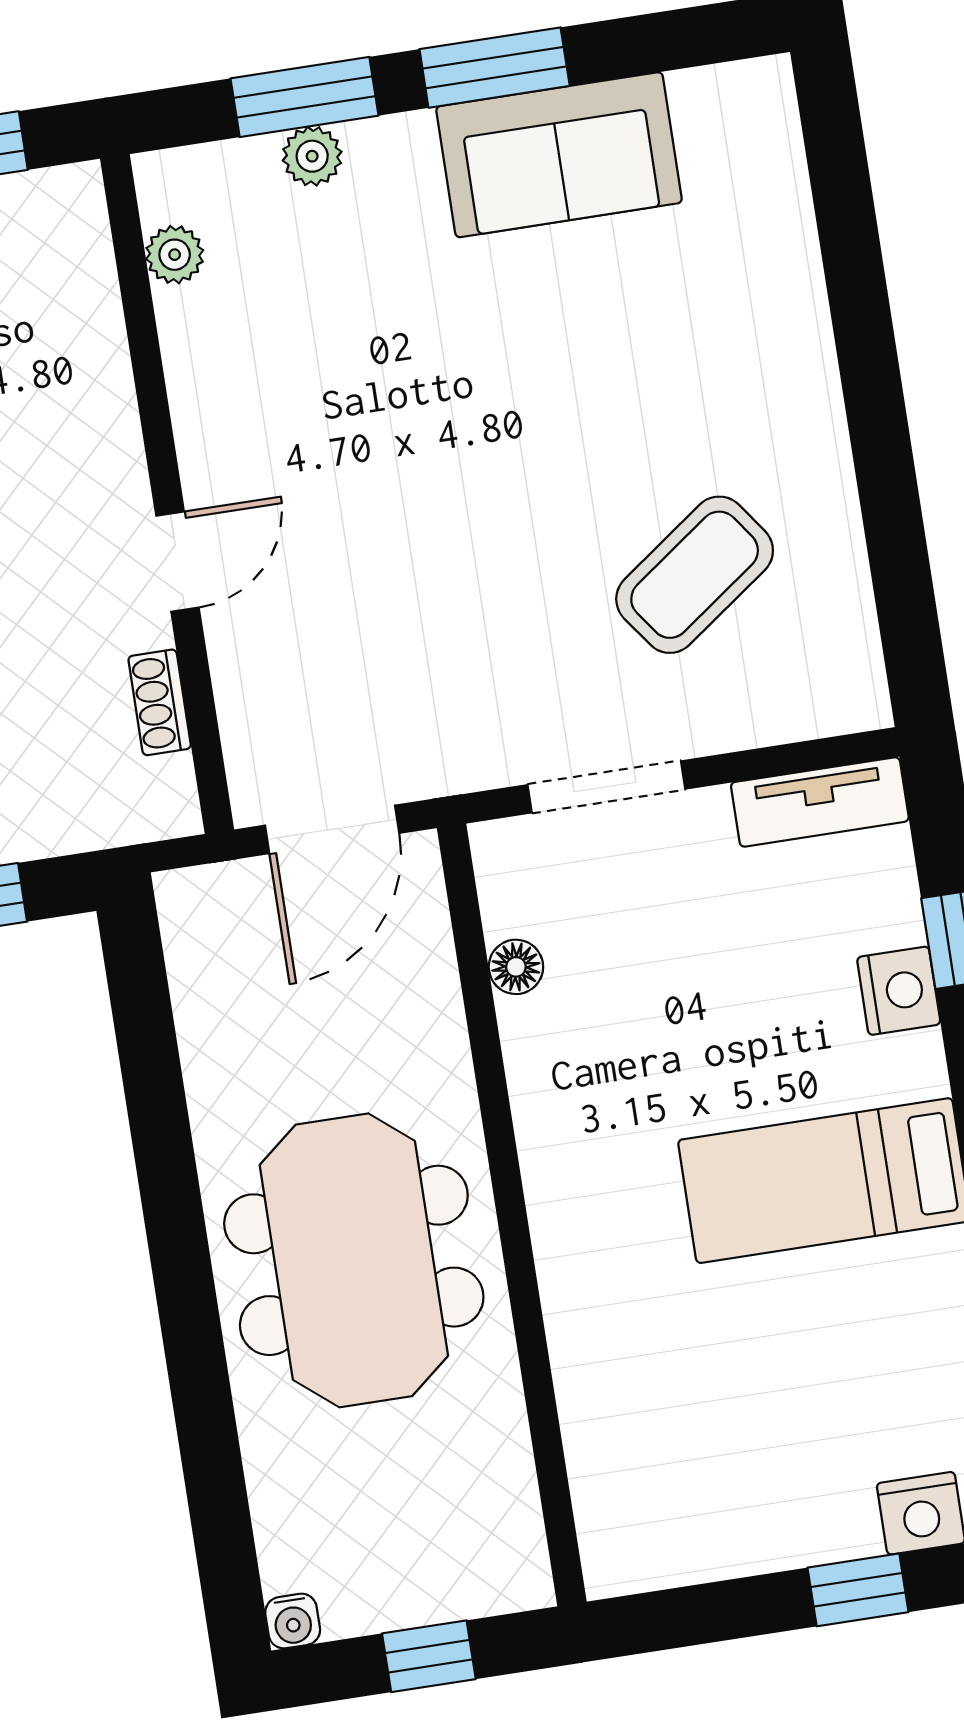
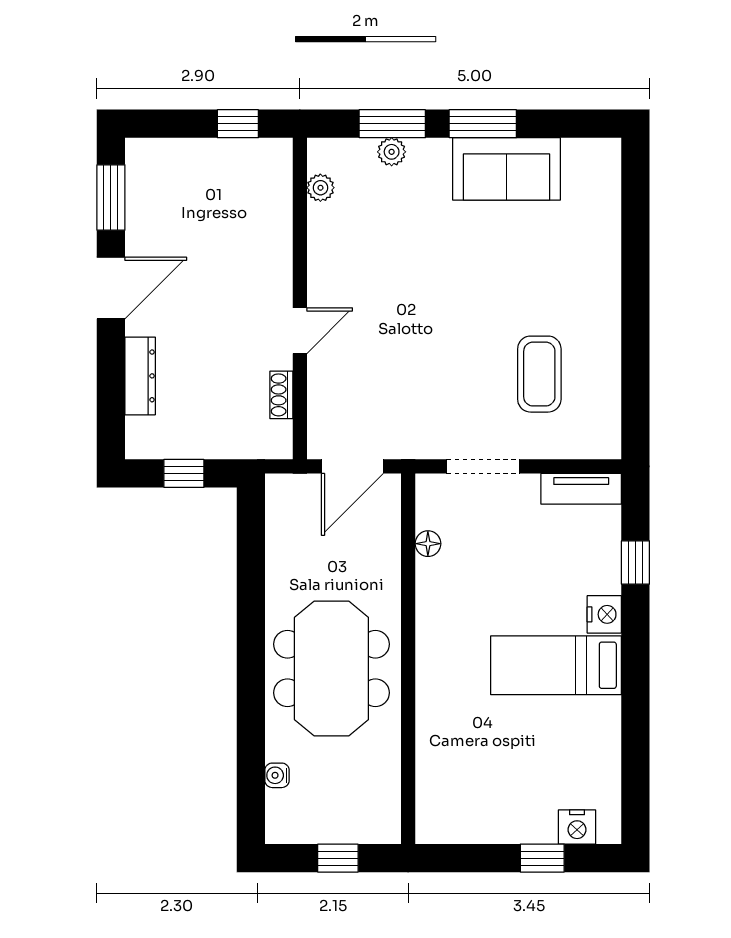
coffee table: (695, 575) -> (539, 374), turned -54
nightstand: (899, 991) -> (604, 614), moved
water cooler: (293, 1621) -> (277, 775), moved, turned 90

